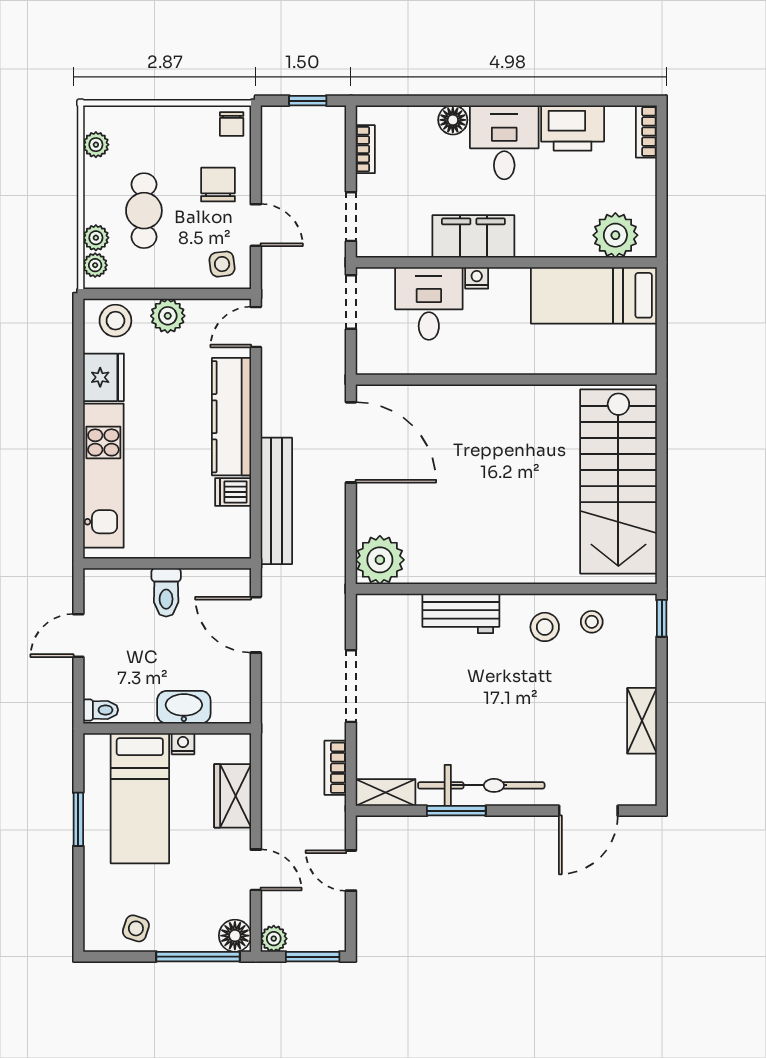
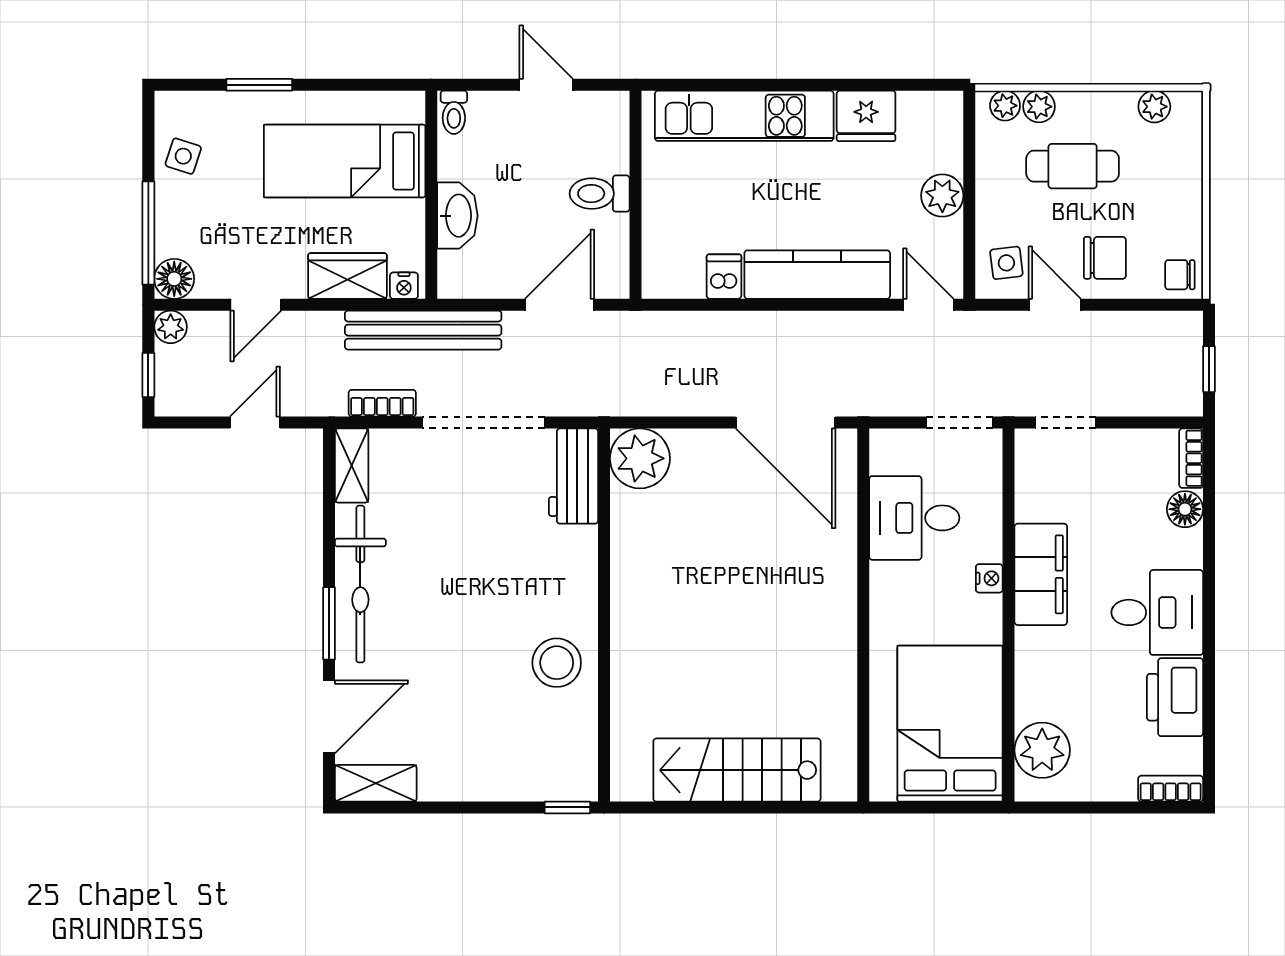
floor lamp: (453, 120) -> (1185, 509), moved
bookcase: (365, 149) -> (1191, 458), moved, turned 90
door: (256, 225) -> (1055, 305), swing flipped
bed: (594, 295) -> (950, 724), width x1.50
desk: (429, 303) -> (914, 518), moved, turned 180
stool: (115, 321) -> (936, 131), removed
door: (351, 442) -> (785, 423), hinge flipped
stairs: (618, 482) -> (737, 770), width x0.73, depth x0.66
bench: (276, 501) -> (423, 330), moved
workbench: (461, 613) -> (574, 476), moved
stool: (592, 622) -> (563, 721), removed
stool: (545, 627) -> (557, 663), width x1.38, depth x1.38
doorway: (351, 686) -> (483, 423), width x1.36
shelving: (642, 721) -> (376, 783), moved
nightstand: (183, 744) -> (404, 286), moved, turned 90
window: (456, 811) -> (329, 623), moved
door: (588, 811) -> (329, 717), swing flipped
window: (78, 819) -> (259, 85), moved
window: (313, 957) -> (148, 375), width x0.67

